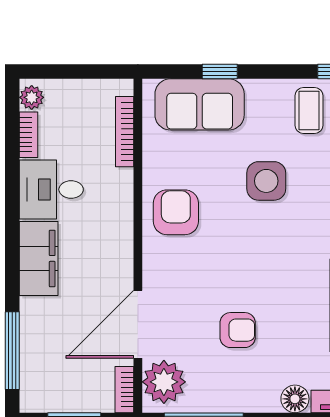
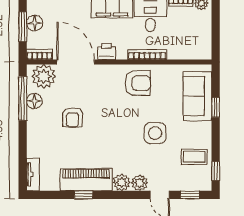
bookcase: (125, 132) -> (147, 55), moved
printer: (119, 269) -> (107, 52), added
floor lamp: (68, 398) -> (35, 23), added
floor lamp: (295, 399) -> (34, 101), moved

